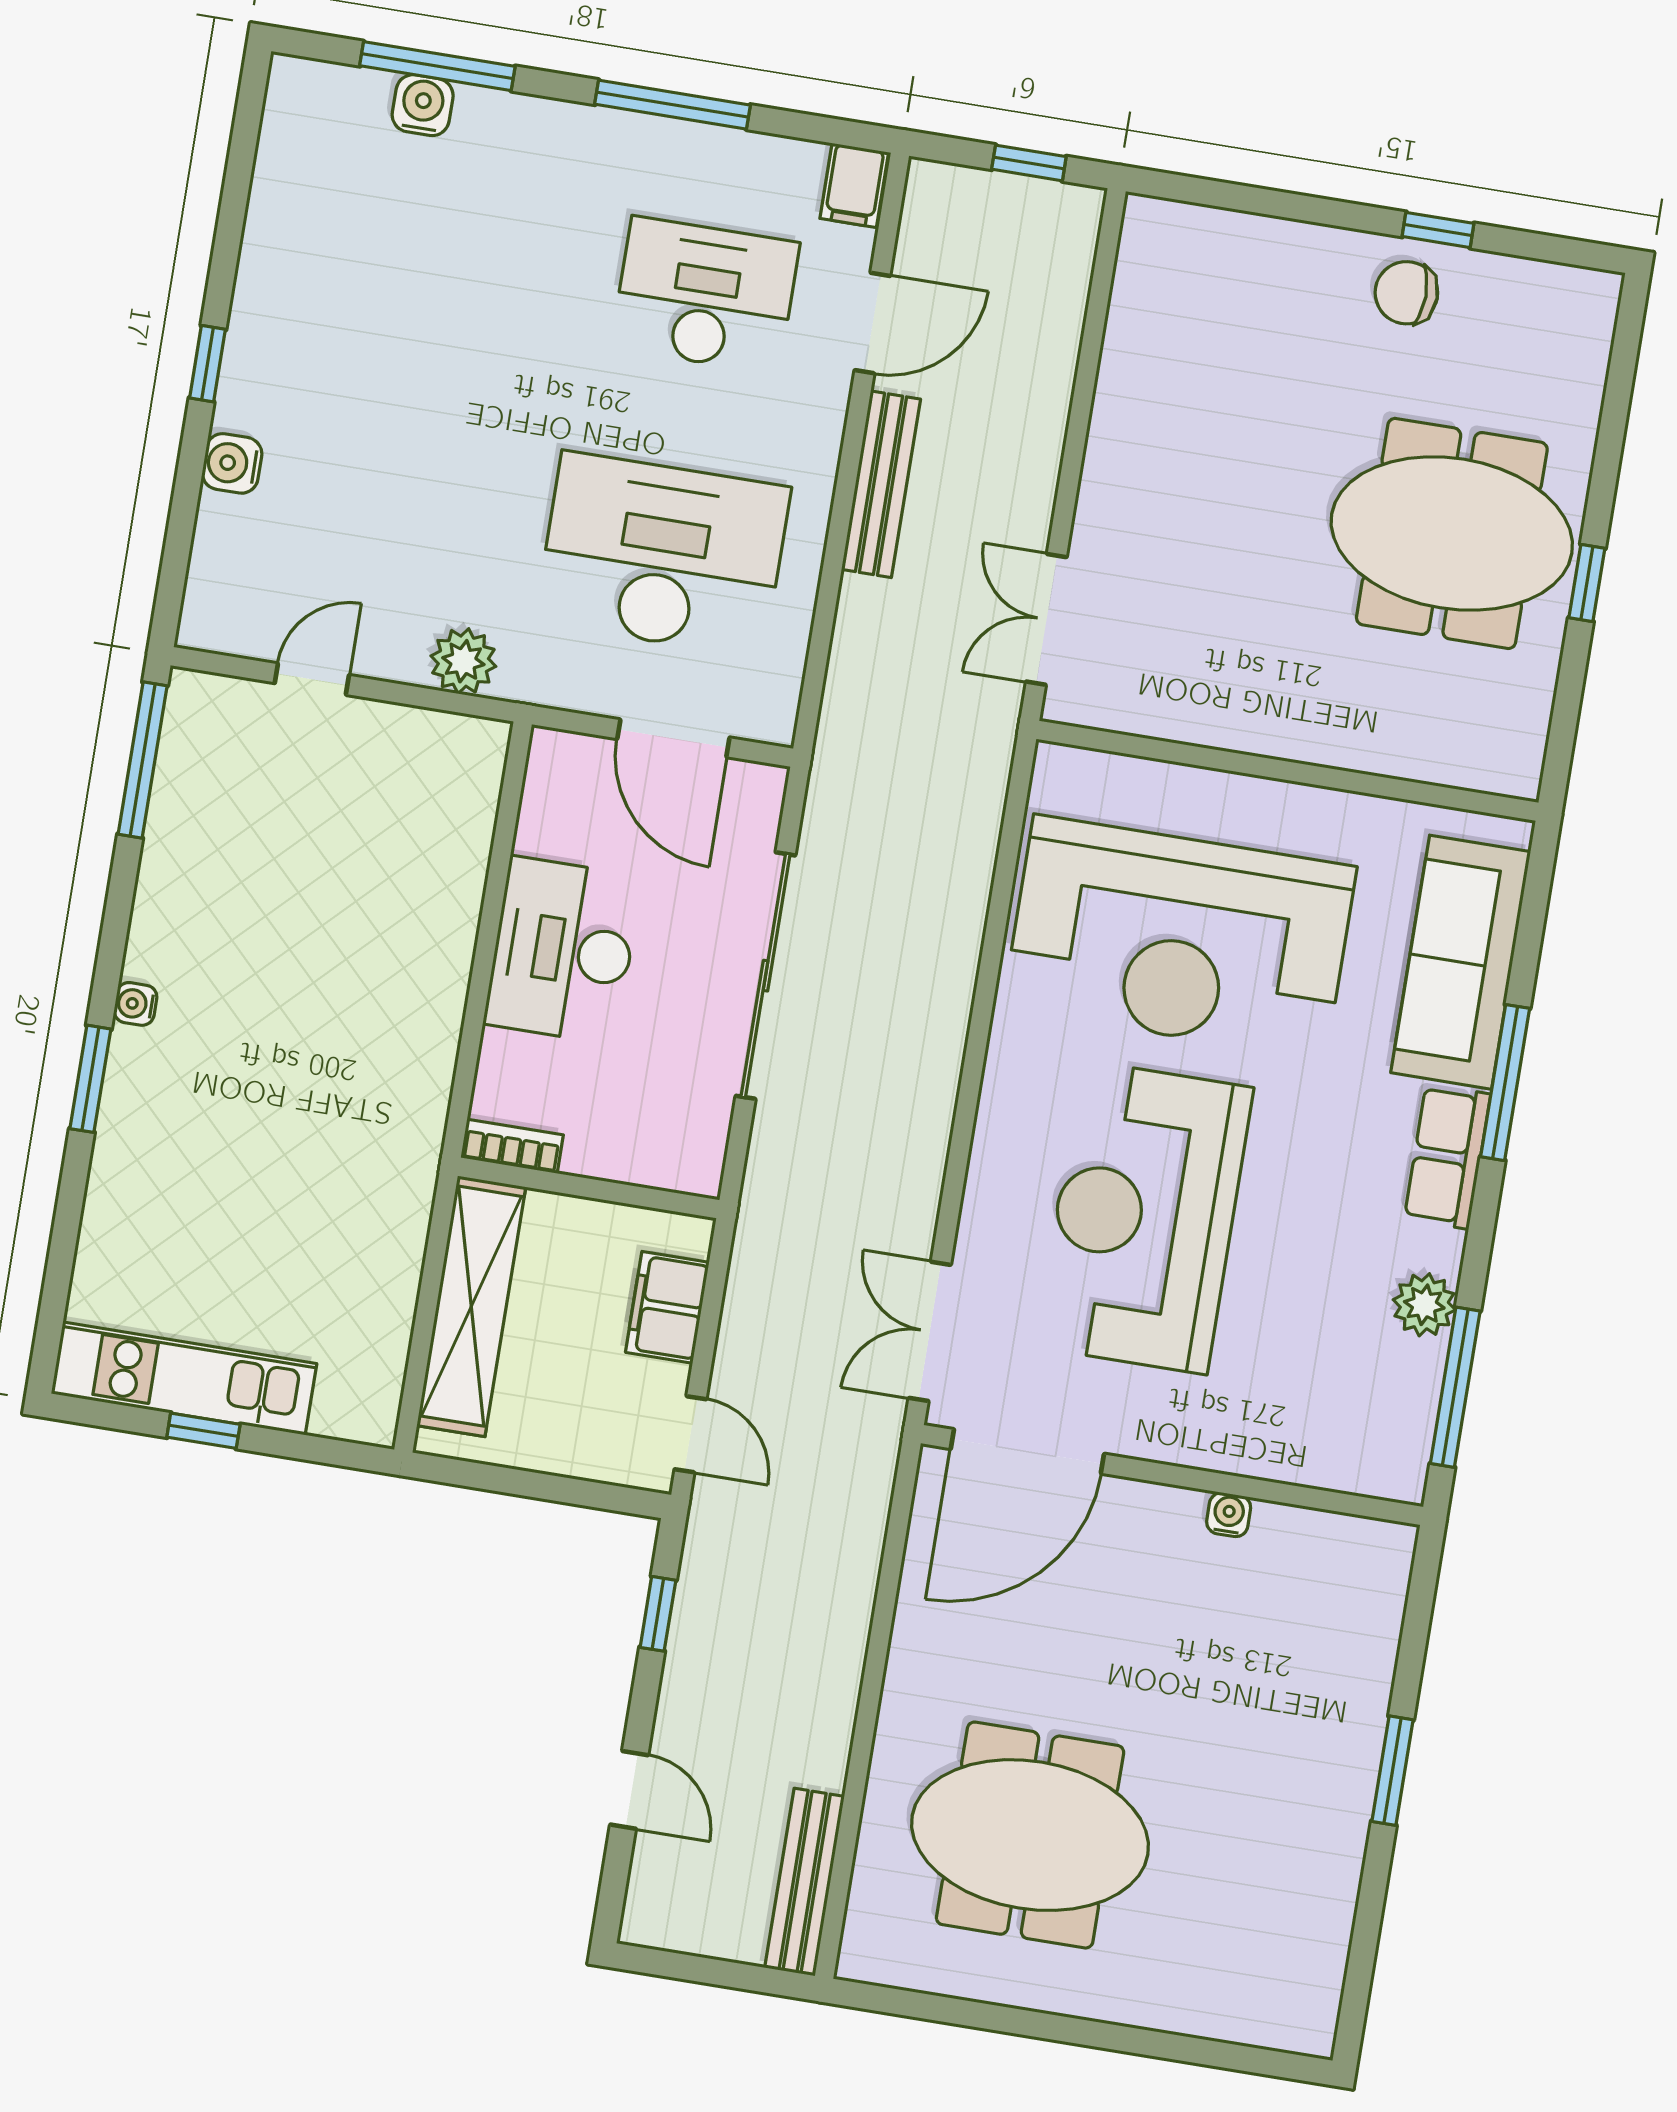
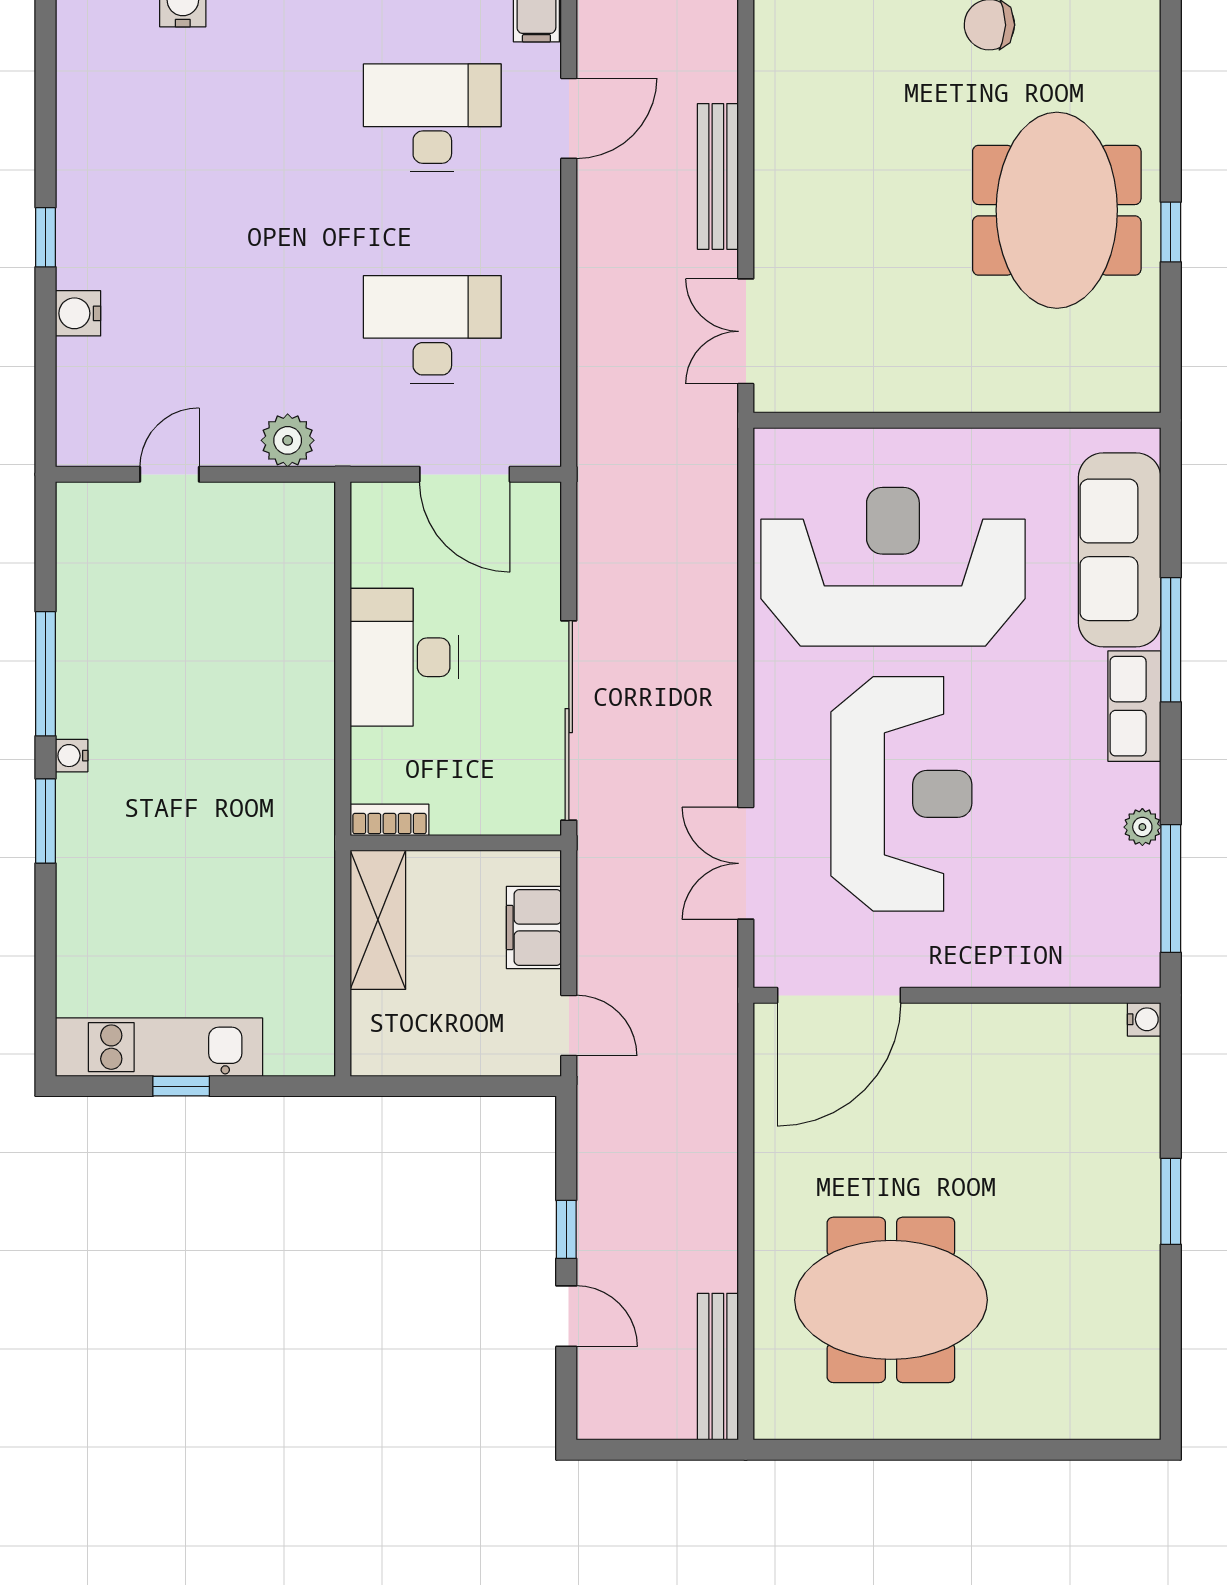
bench: (881, 484) -> (718, 176), moved
meeting table: (1452, 533) -> (1057, 210), turned 90
desk: (663, 554) -> (432, 330), width x0.73, depth x0.77
window: (143, 760) -> (45, 674), moved
reception desk: (1180, 937) -> (893, 567), turned 180
sliding door: (766, 976) -> (569, 721), moved
reception desk: (1144, 1217) -> (901, 794), turned 180
plant: (1424, 1305) -> (1142, 827), width x0.73, depth x0.73
shelving: (471, 1306) -> (378, 920), width x0.68
double door: (930, 1331) -> (746, 863), moved
water cooler: (1229, 1515) -> (1144, 1019), moved, turned 90
window: (658, 1614) -> (566, 1229), moved

